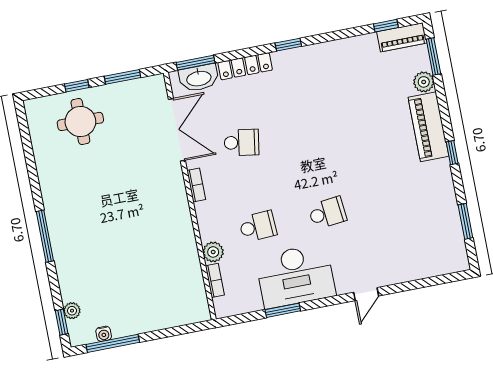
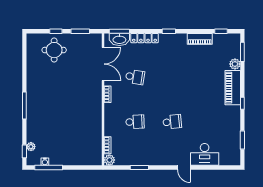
piano: (402, 37) -> (200, 39), moved
plant: (213, 252) -> (109, 160), moved
desk: (296, 276) -> (205, 154), moved, width x0.73, depth x0.77
door: (366, 294) -> (184, 167), hinge flipped

